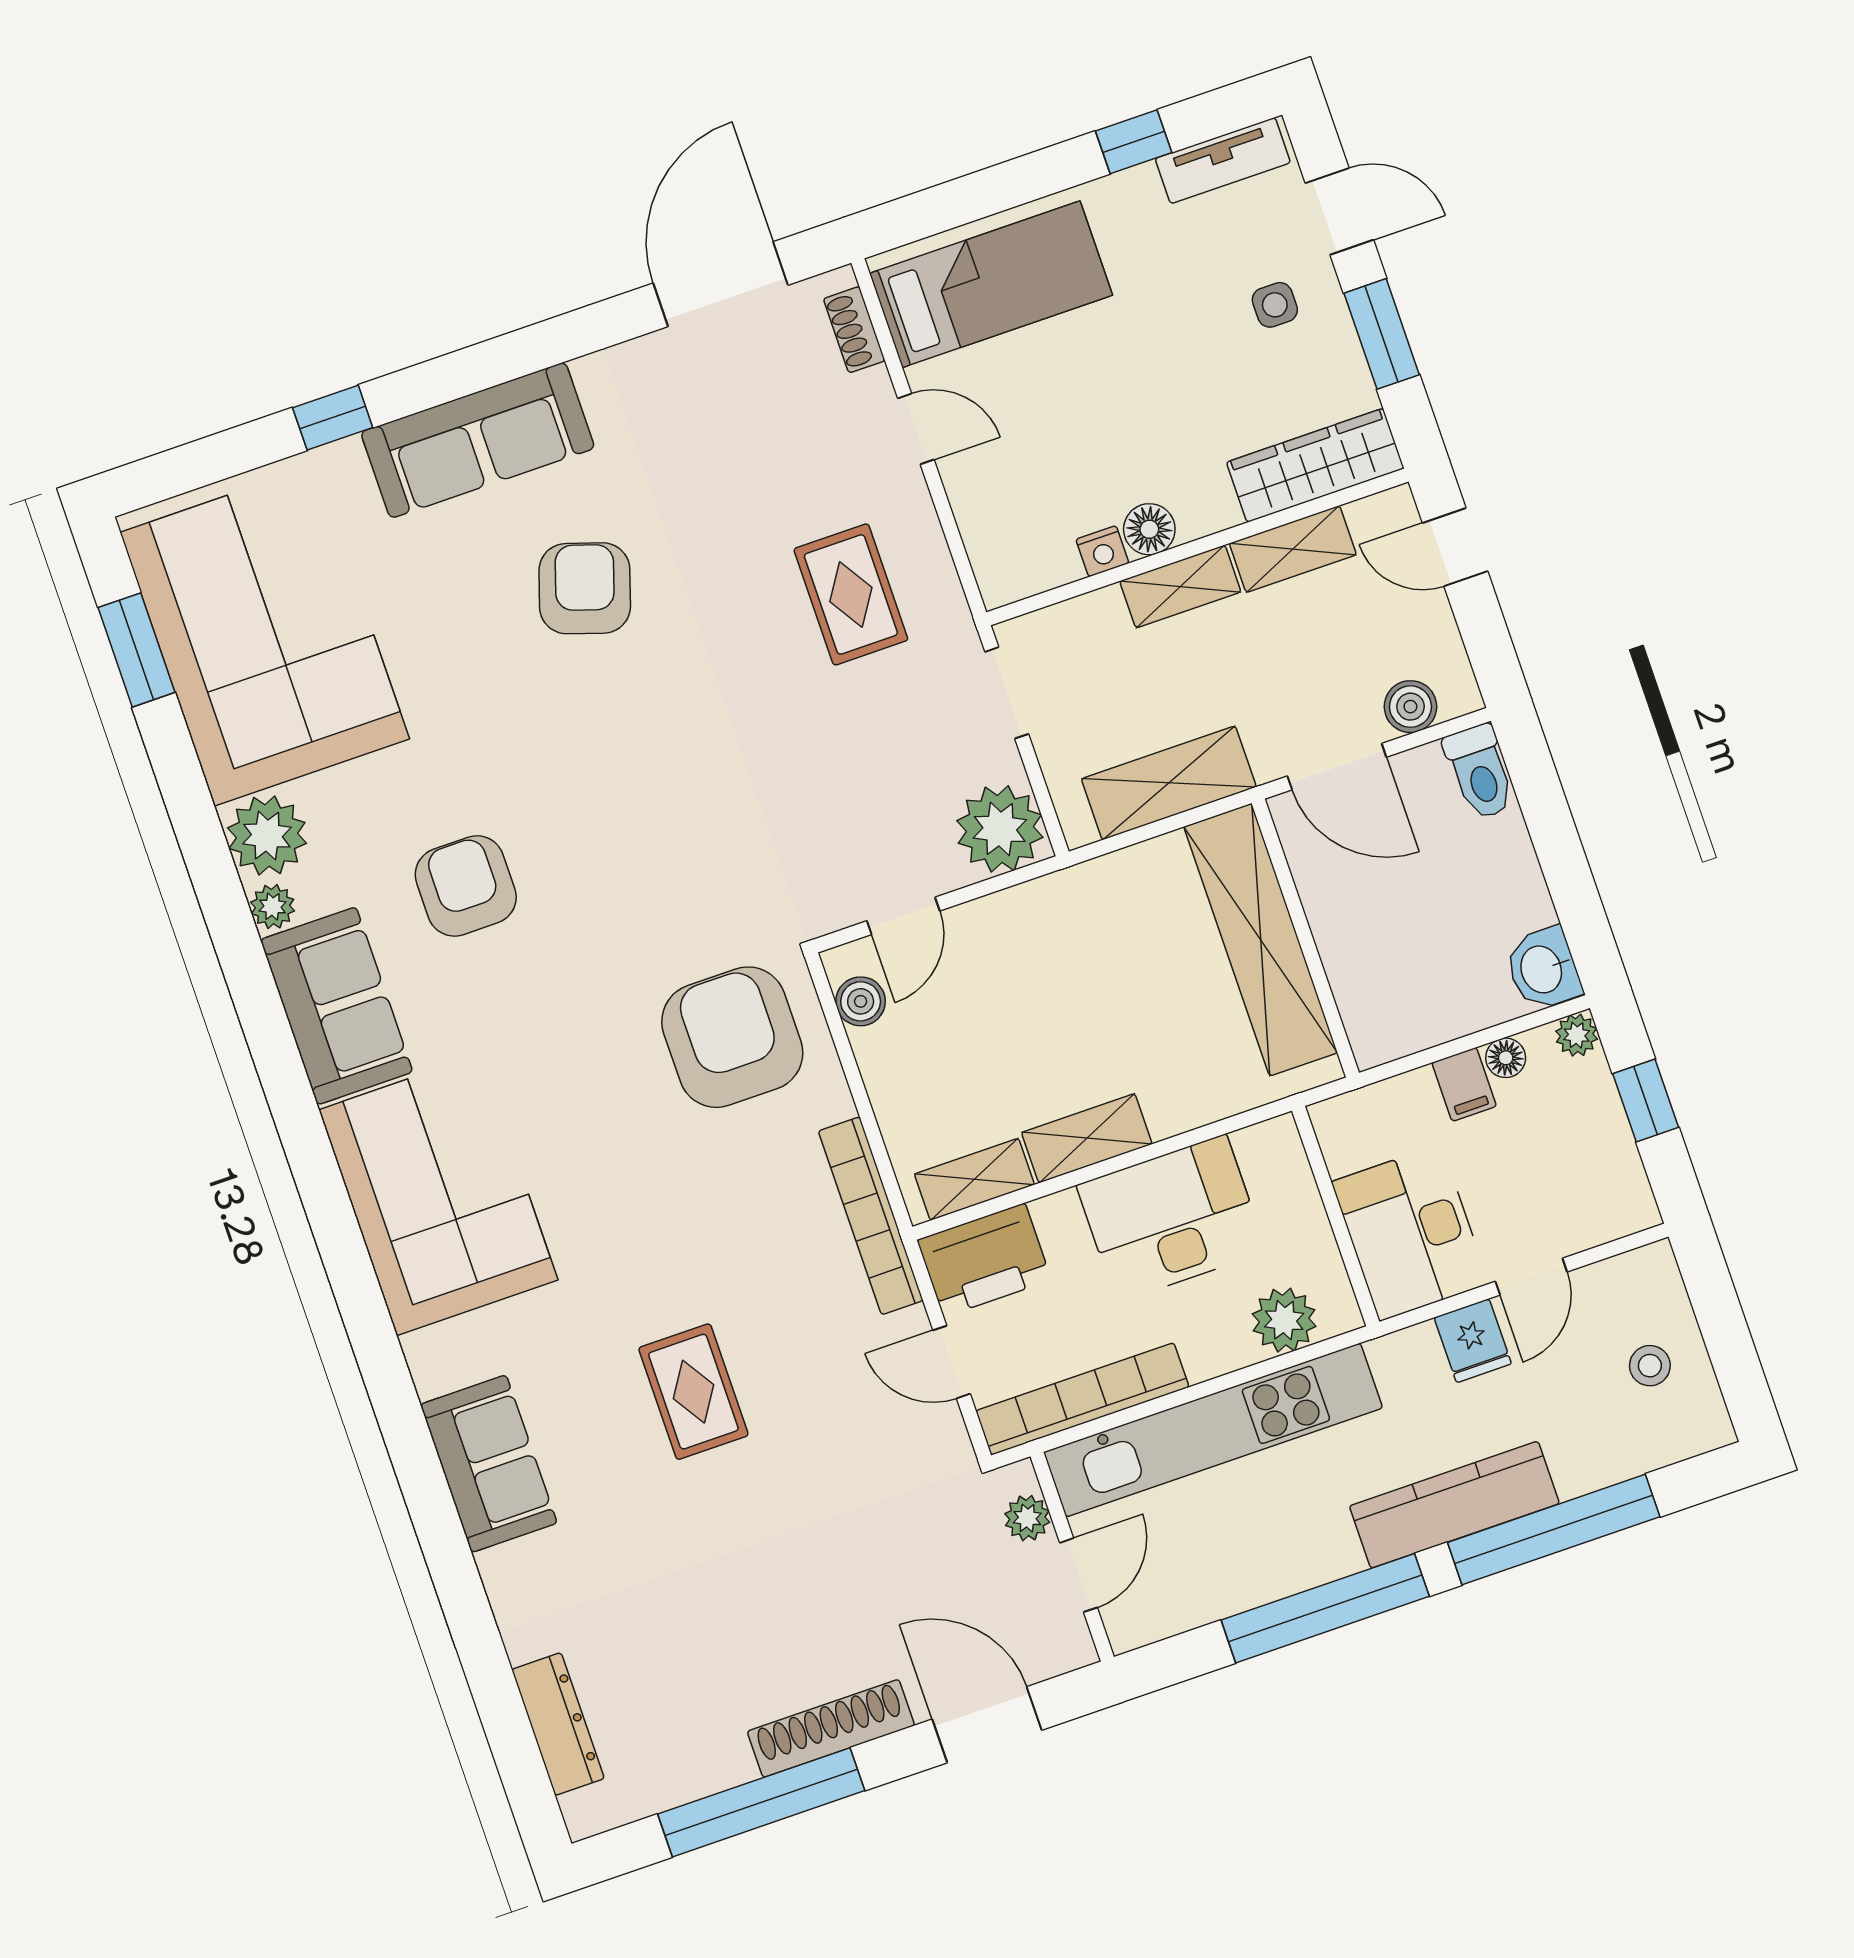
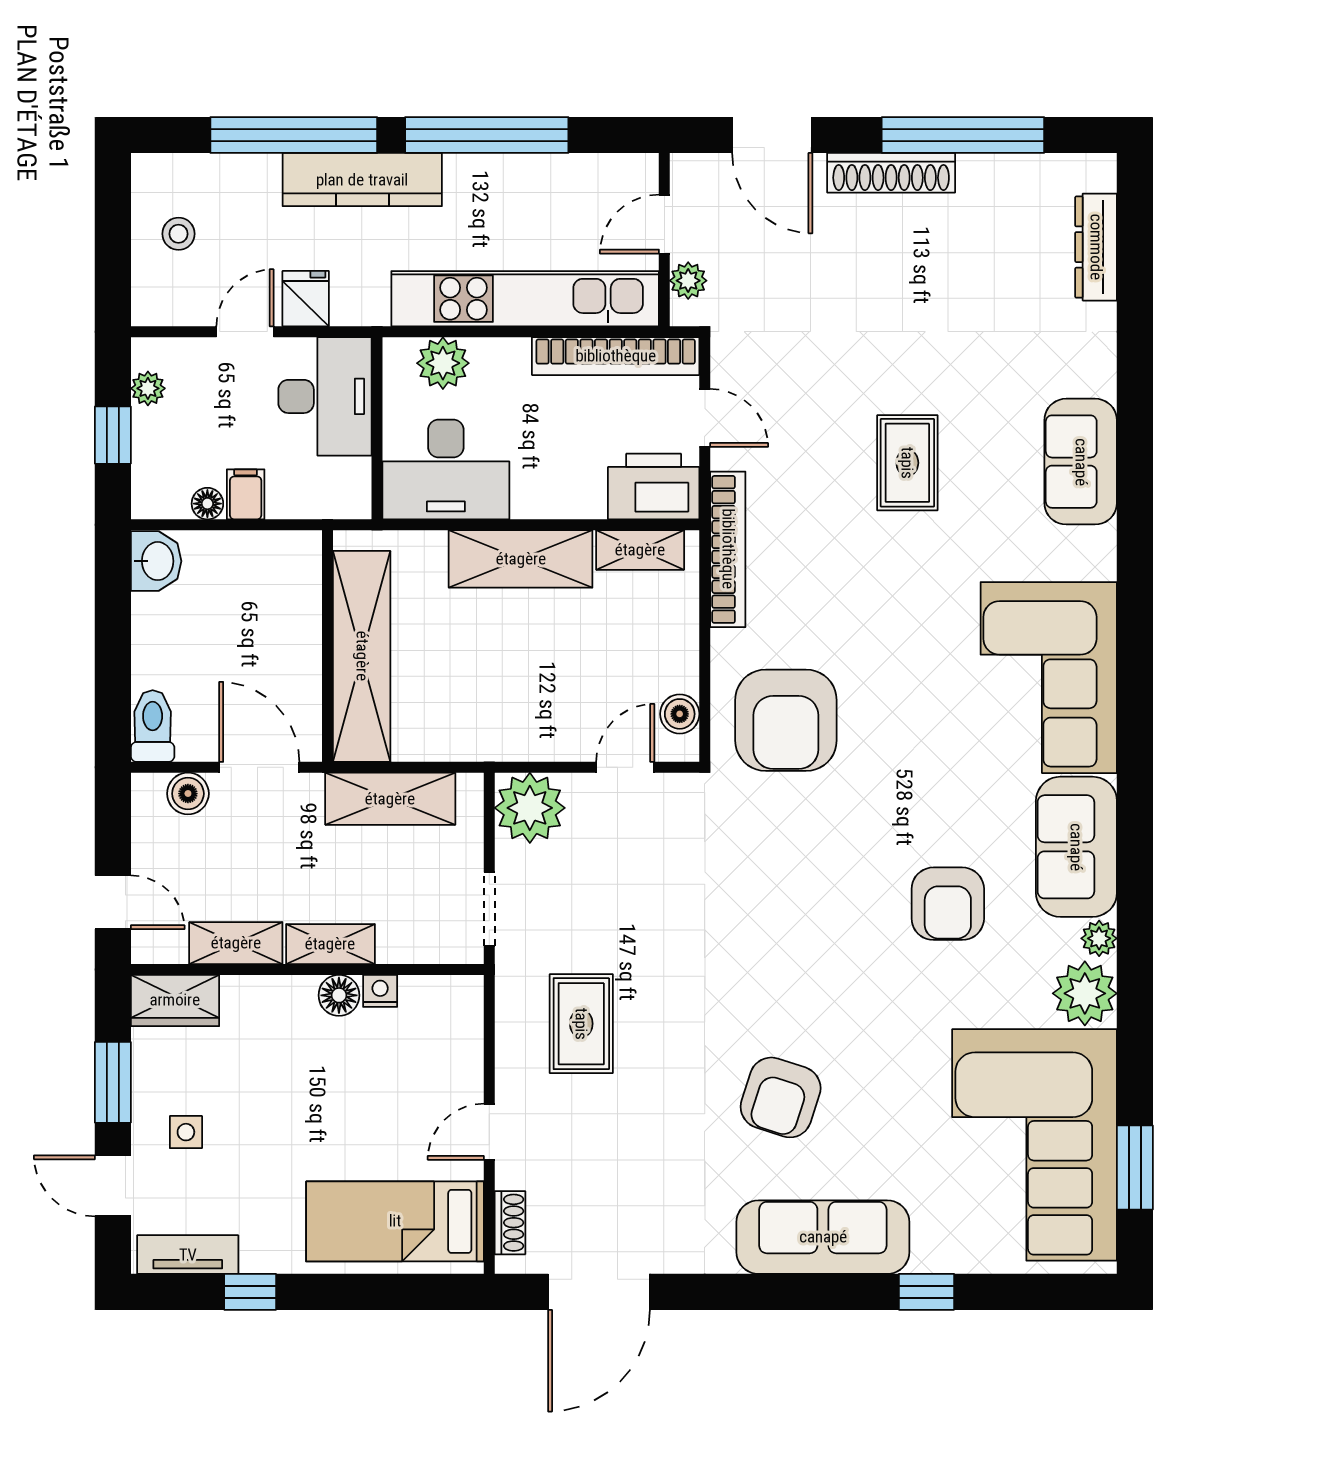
door: (916, 429) -> (489, 1132), hinge flipped
wardrobe: (1315, 465) -> (175, 1000), width x0.67
plant: (1577, 1035) -> (148, 388), moved
shelving: (1087, 1138) -> (521, 559), width x1.50, depth x1.33
desk: (1171, 1218) -> (446, 469), moved

